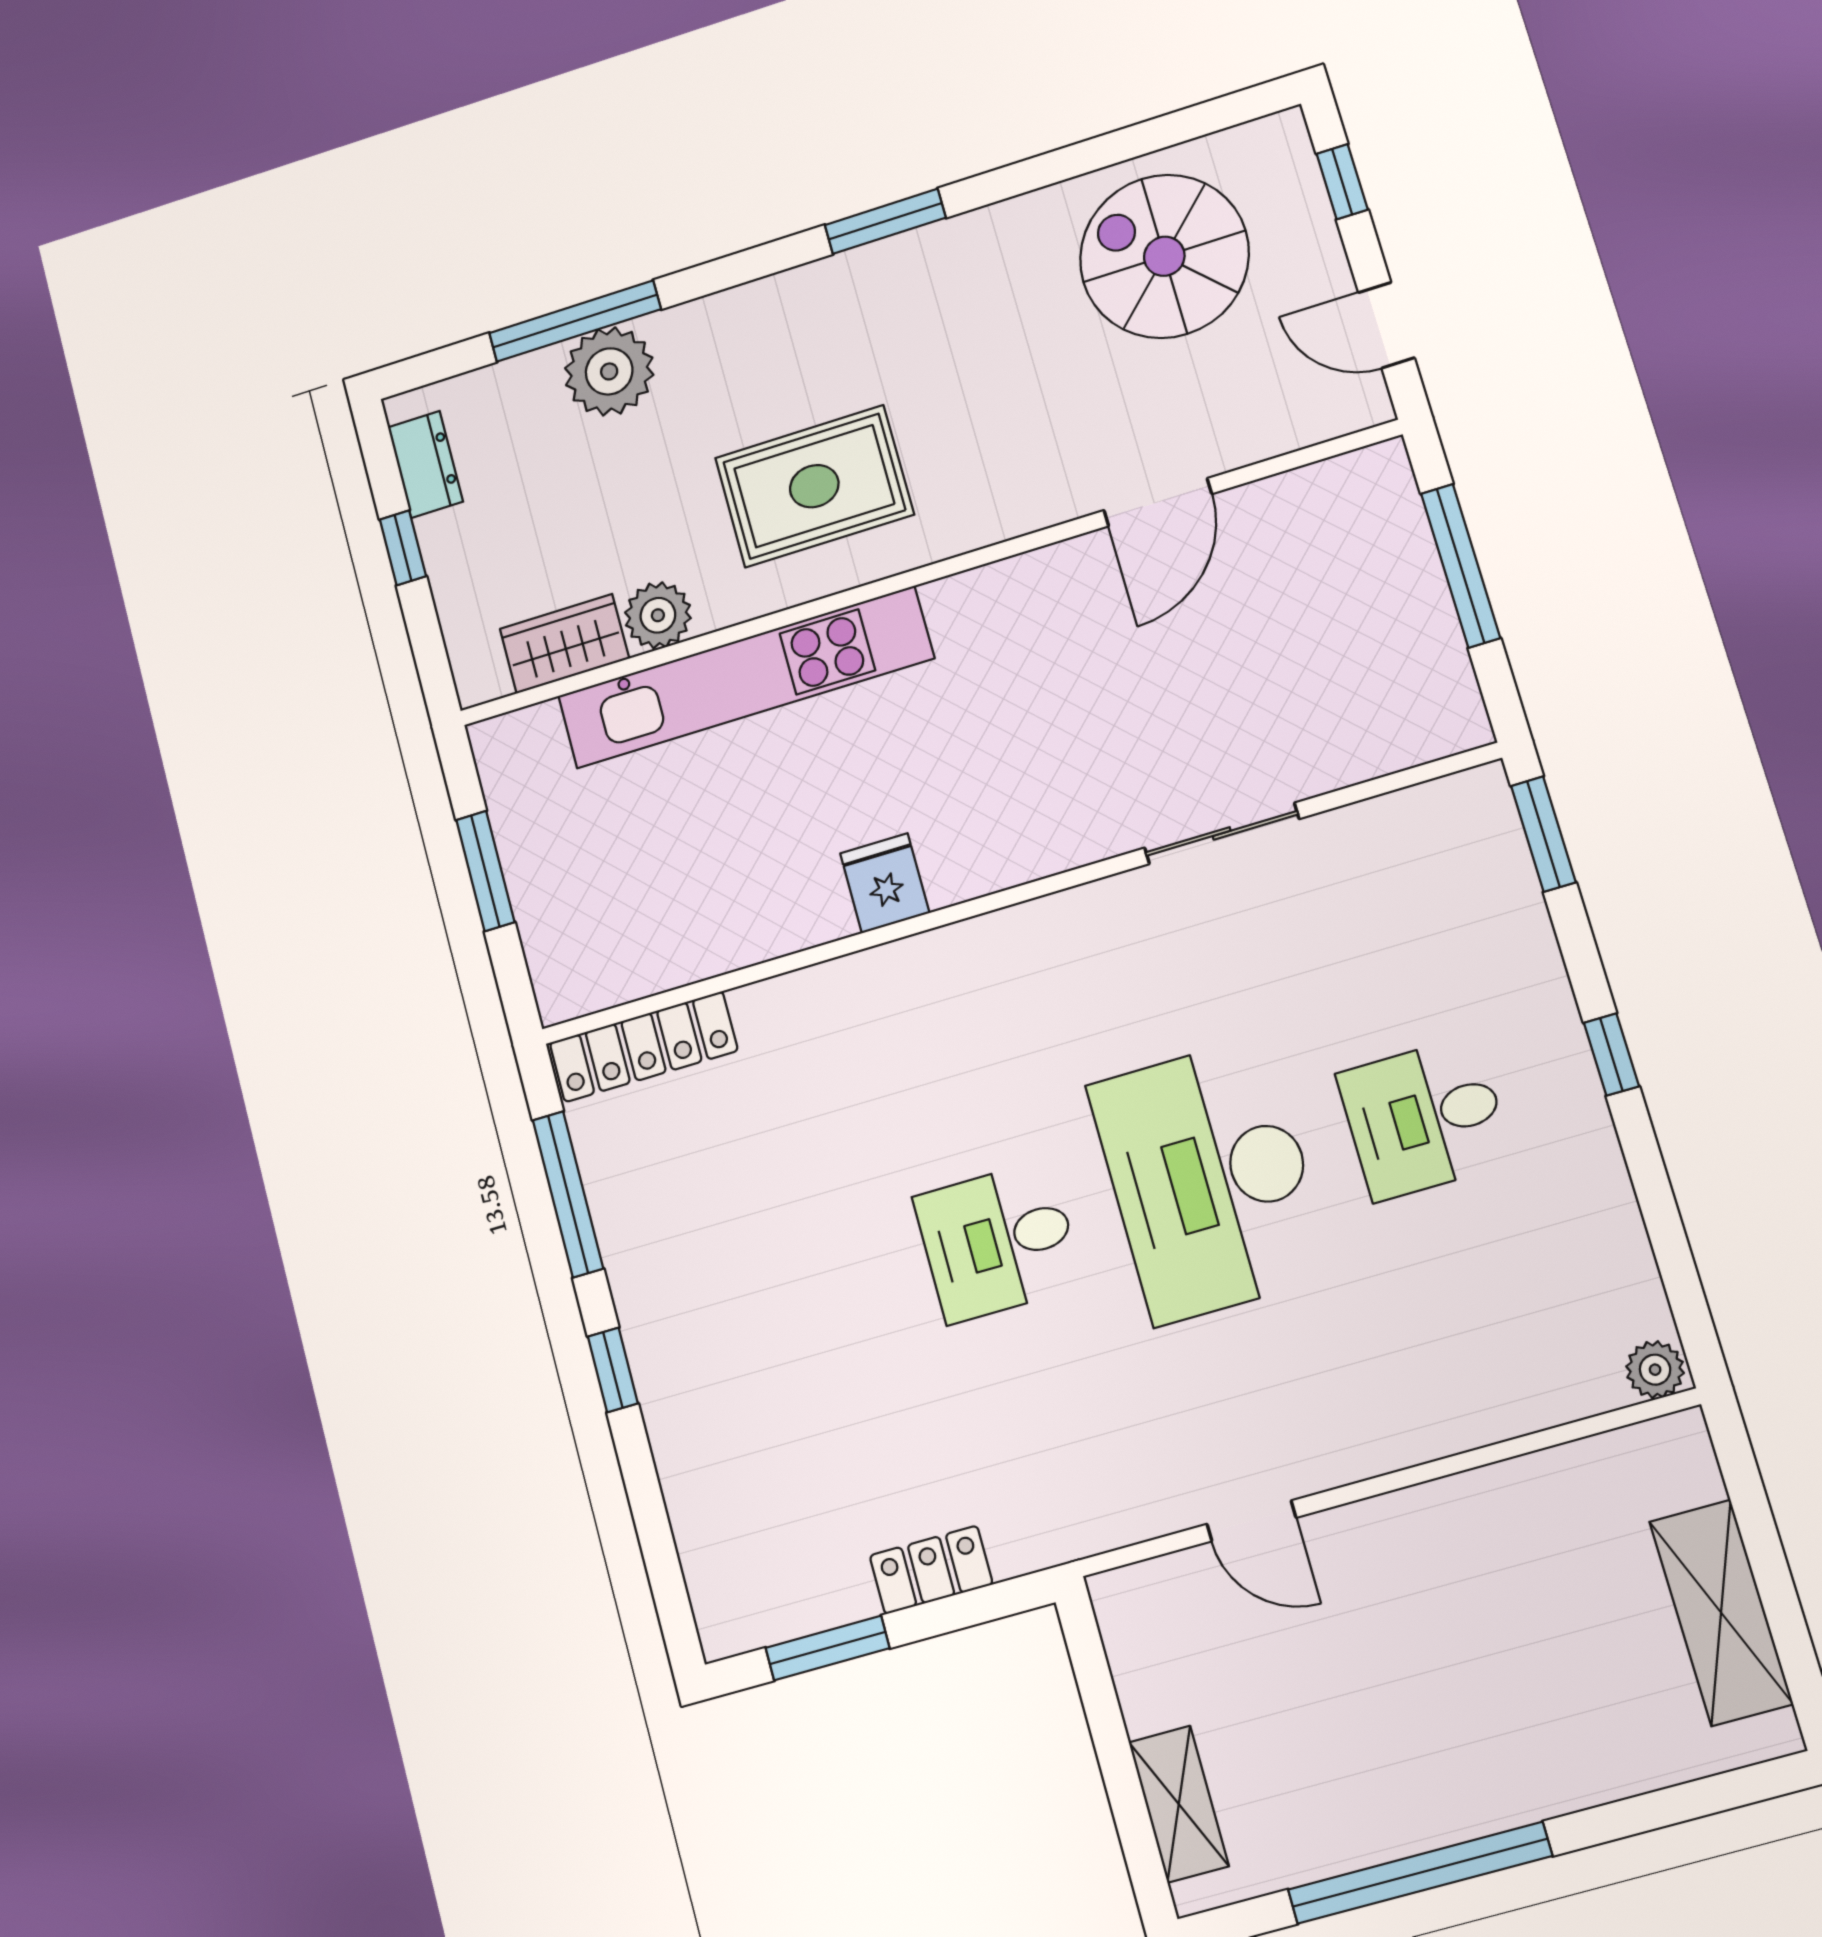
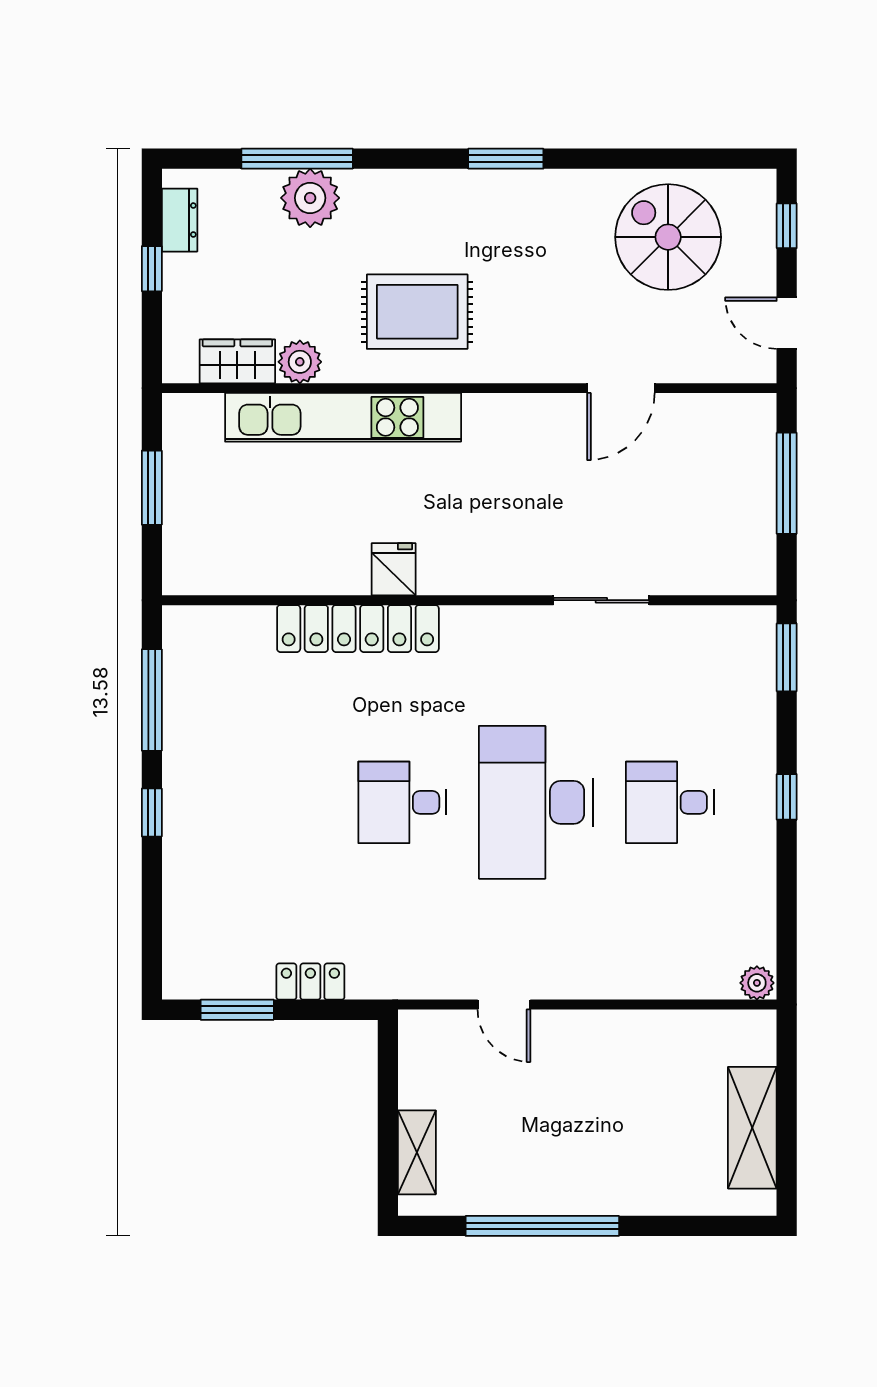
locker: (643, 1047) -> (358, 629), moved, width x1.41, depth x1.21

